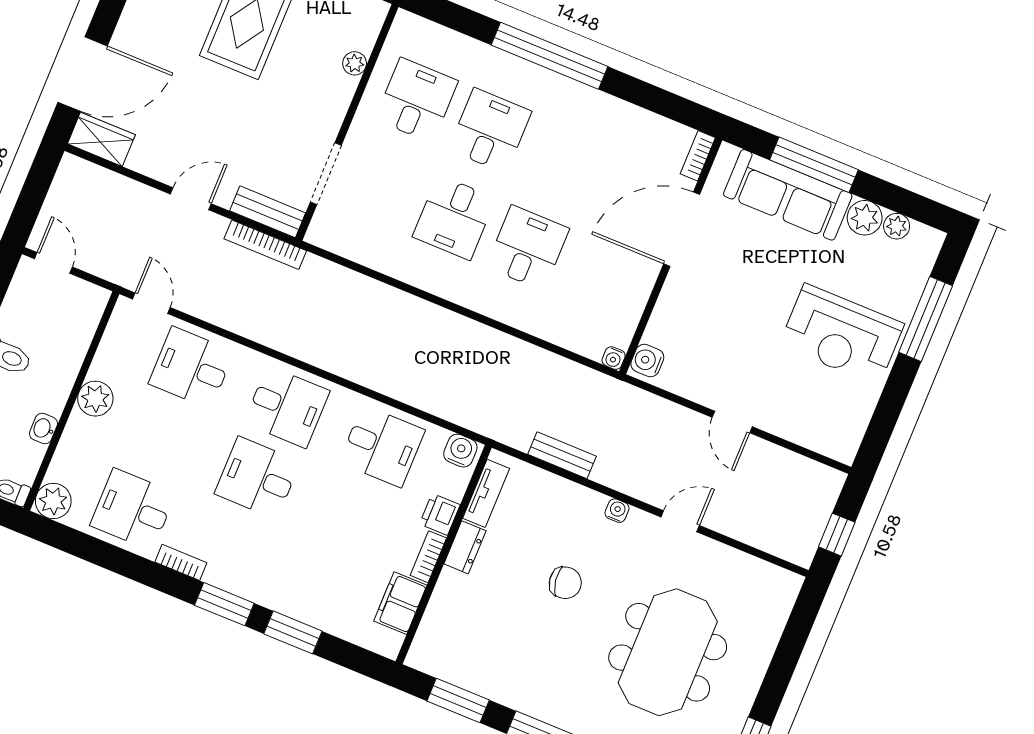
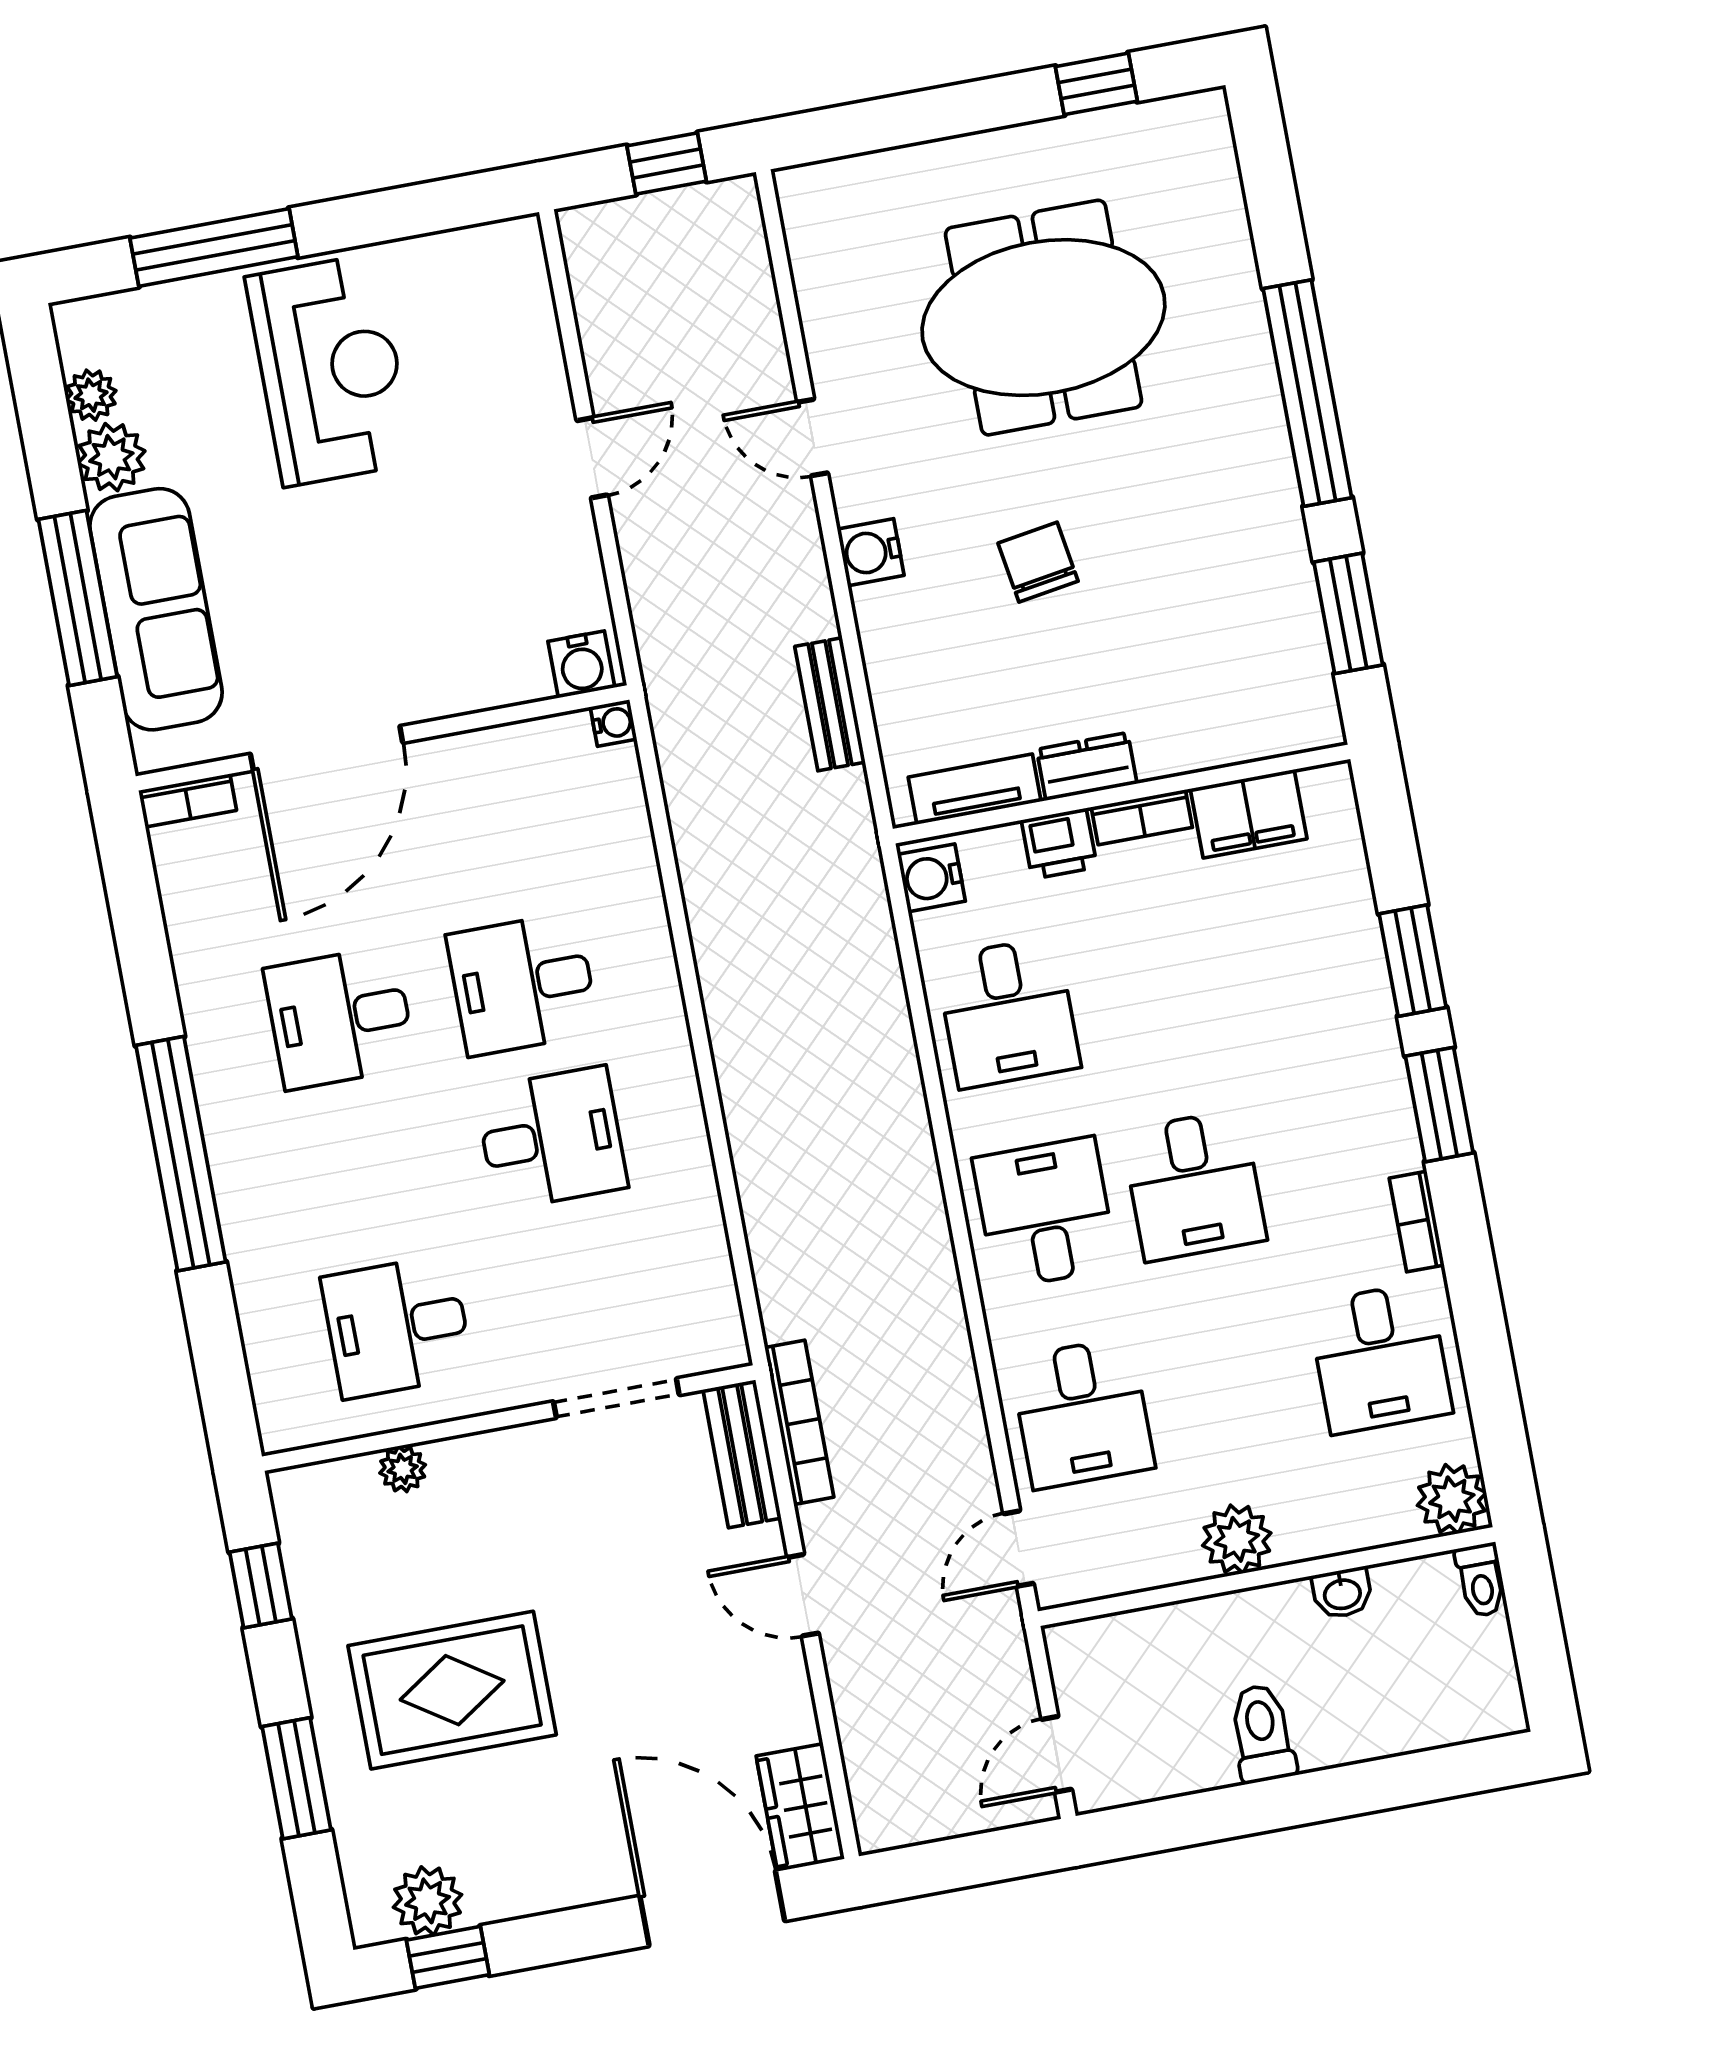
desk: (490, 131) -> (340, 1018), moved
door: (682, 229) -> (327, 748), hinge flipped
desk: (382, 446) -> (1008, 1013), turned 180
water cooler: (617, 511) -> (871, 552), width x1.38, depth x1.38

